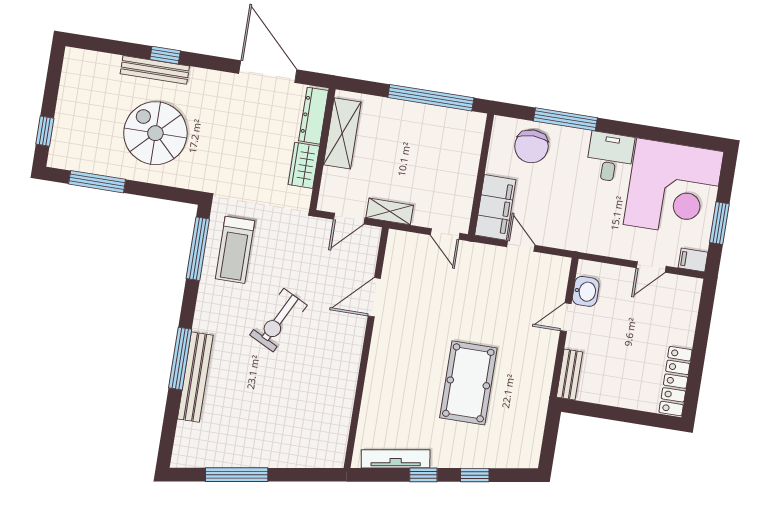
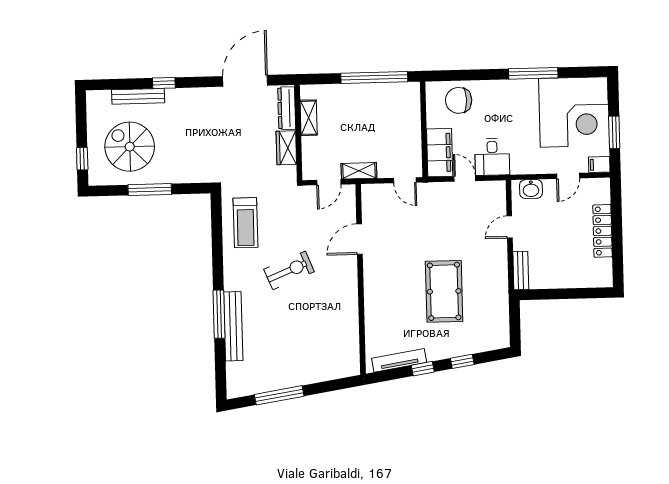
bench: (155, 70) -> (138, 96), moved
door: (268, 72) -> (245, 81), hinge flipped
window: (565, 119) -> (533, 73), moved
spiral stairs: (155, 133) -> (130, 147), moved
shelving: (342, 133) -> (309, 118), width x0.67, depth x0.75
chair: (531, 146) -> (459, 100), turned 90
desk: (610, 157) -> (492, 157), moved, turned 180
window: (97, 182) -> (150, 190), moved
window: (198, 249) -> (217, 227), removed
washbasin: (586, 291) -> (531, 189), moved, turned 90
exercise bike: (278, 320) -> (289, 270), turned -139
locker: (676, 381) -> (602, 231), moved

